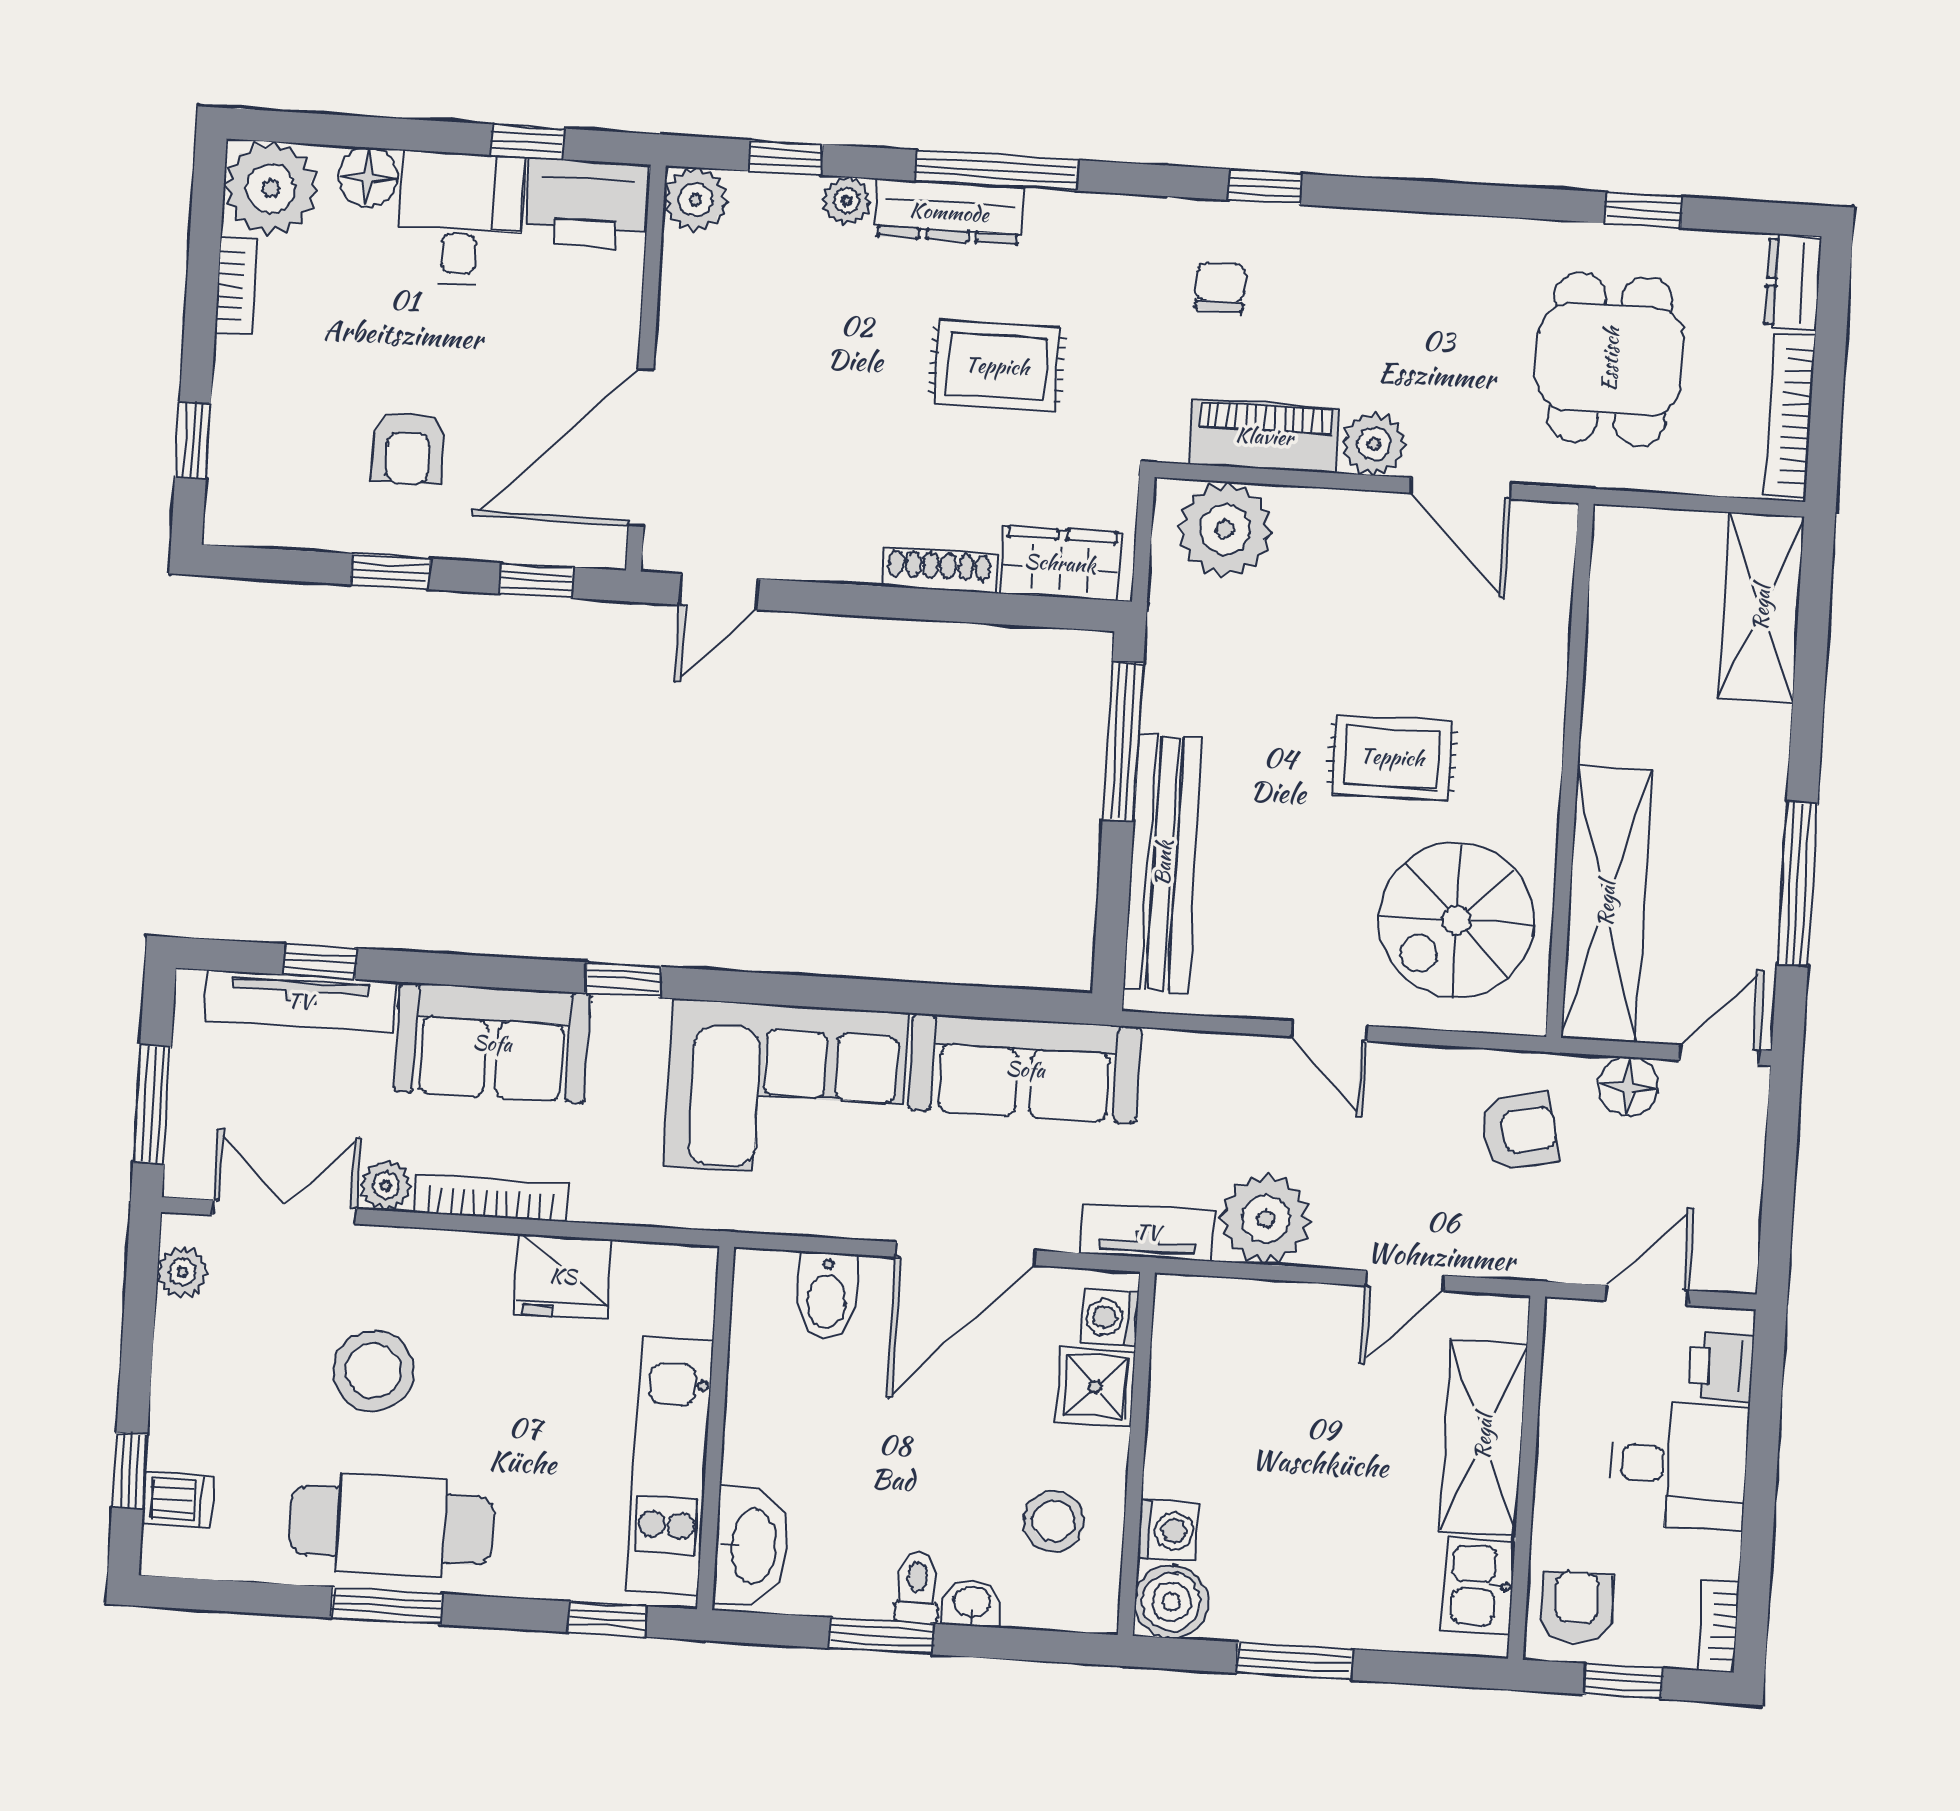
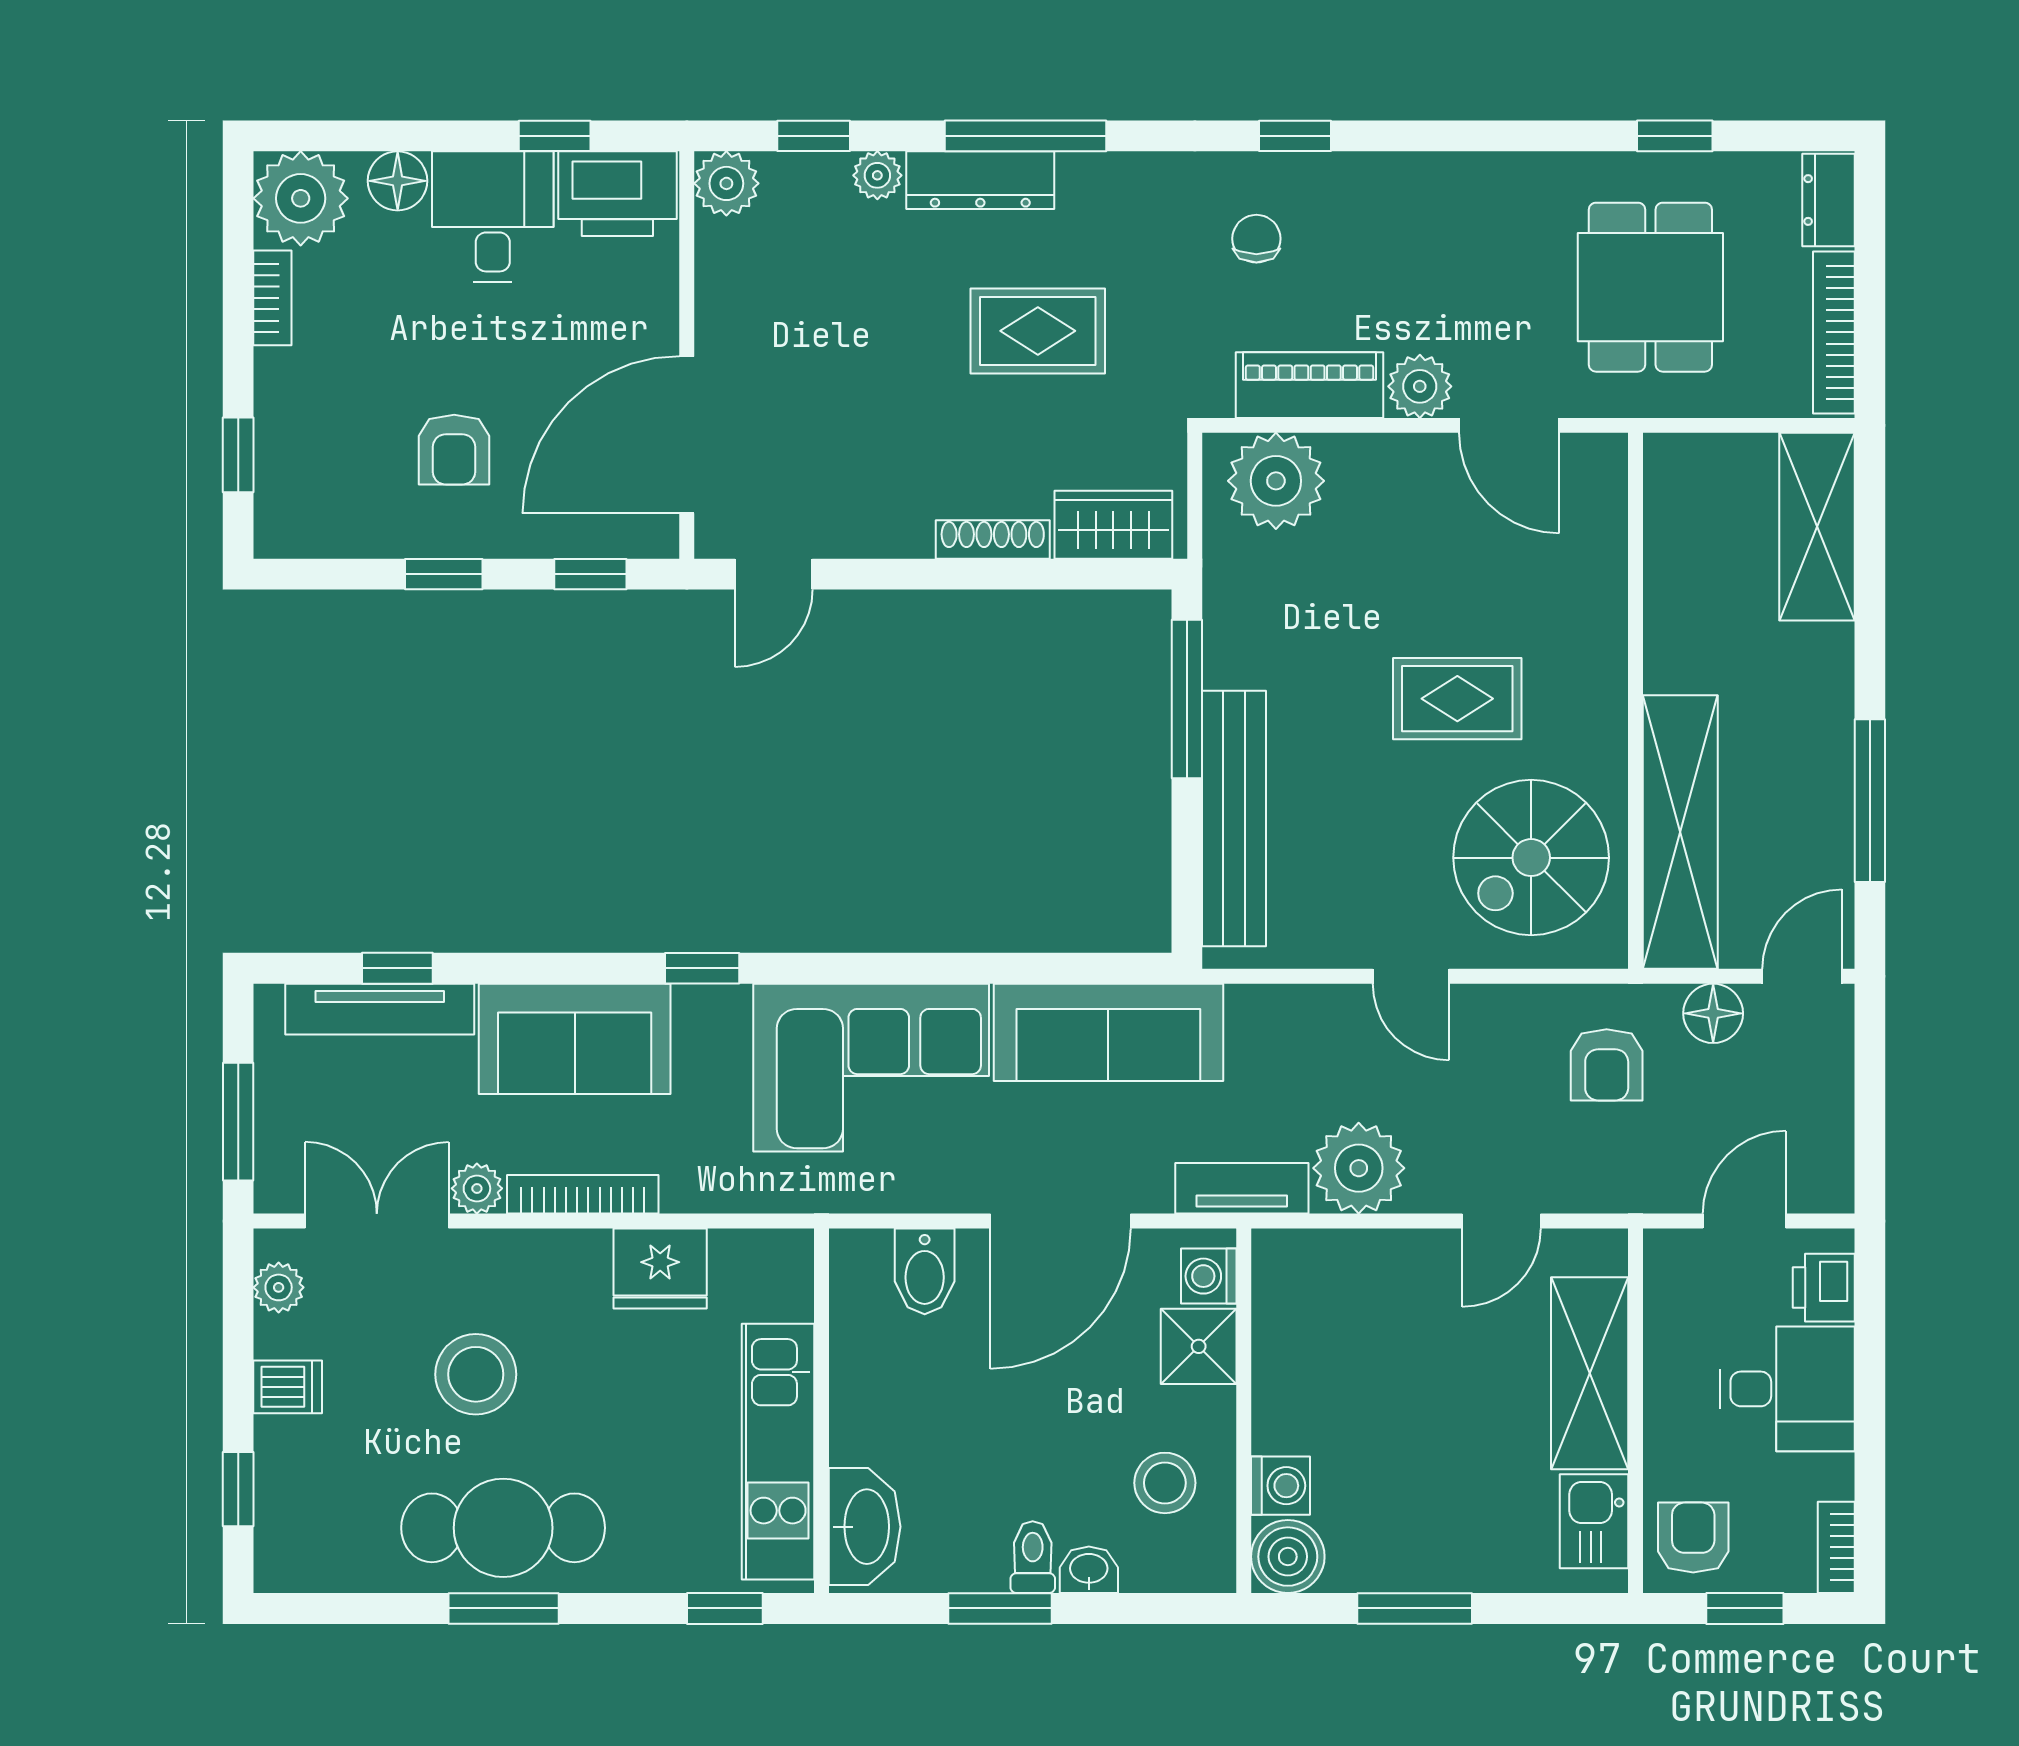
armchair: (1519, 1131) -> (1607, 1065), turned 103
dishwasher: (177, 1500) -> (288, 1387), moved

